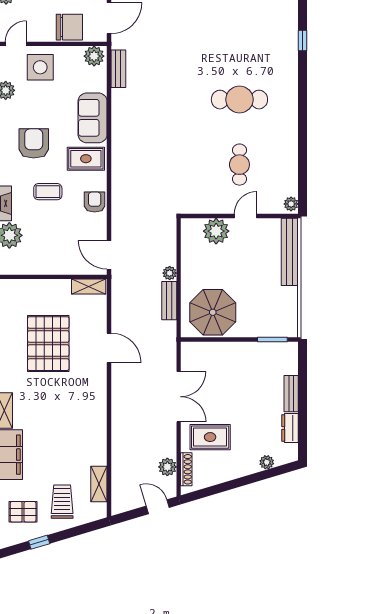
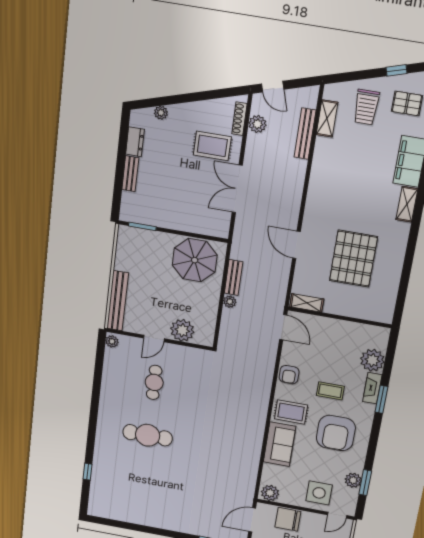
bench: (118, 69) -> (305, 134), moved, width x1.36
armchair: (34, 143) -> (336, 433), width x1.36, depth x1.36

